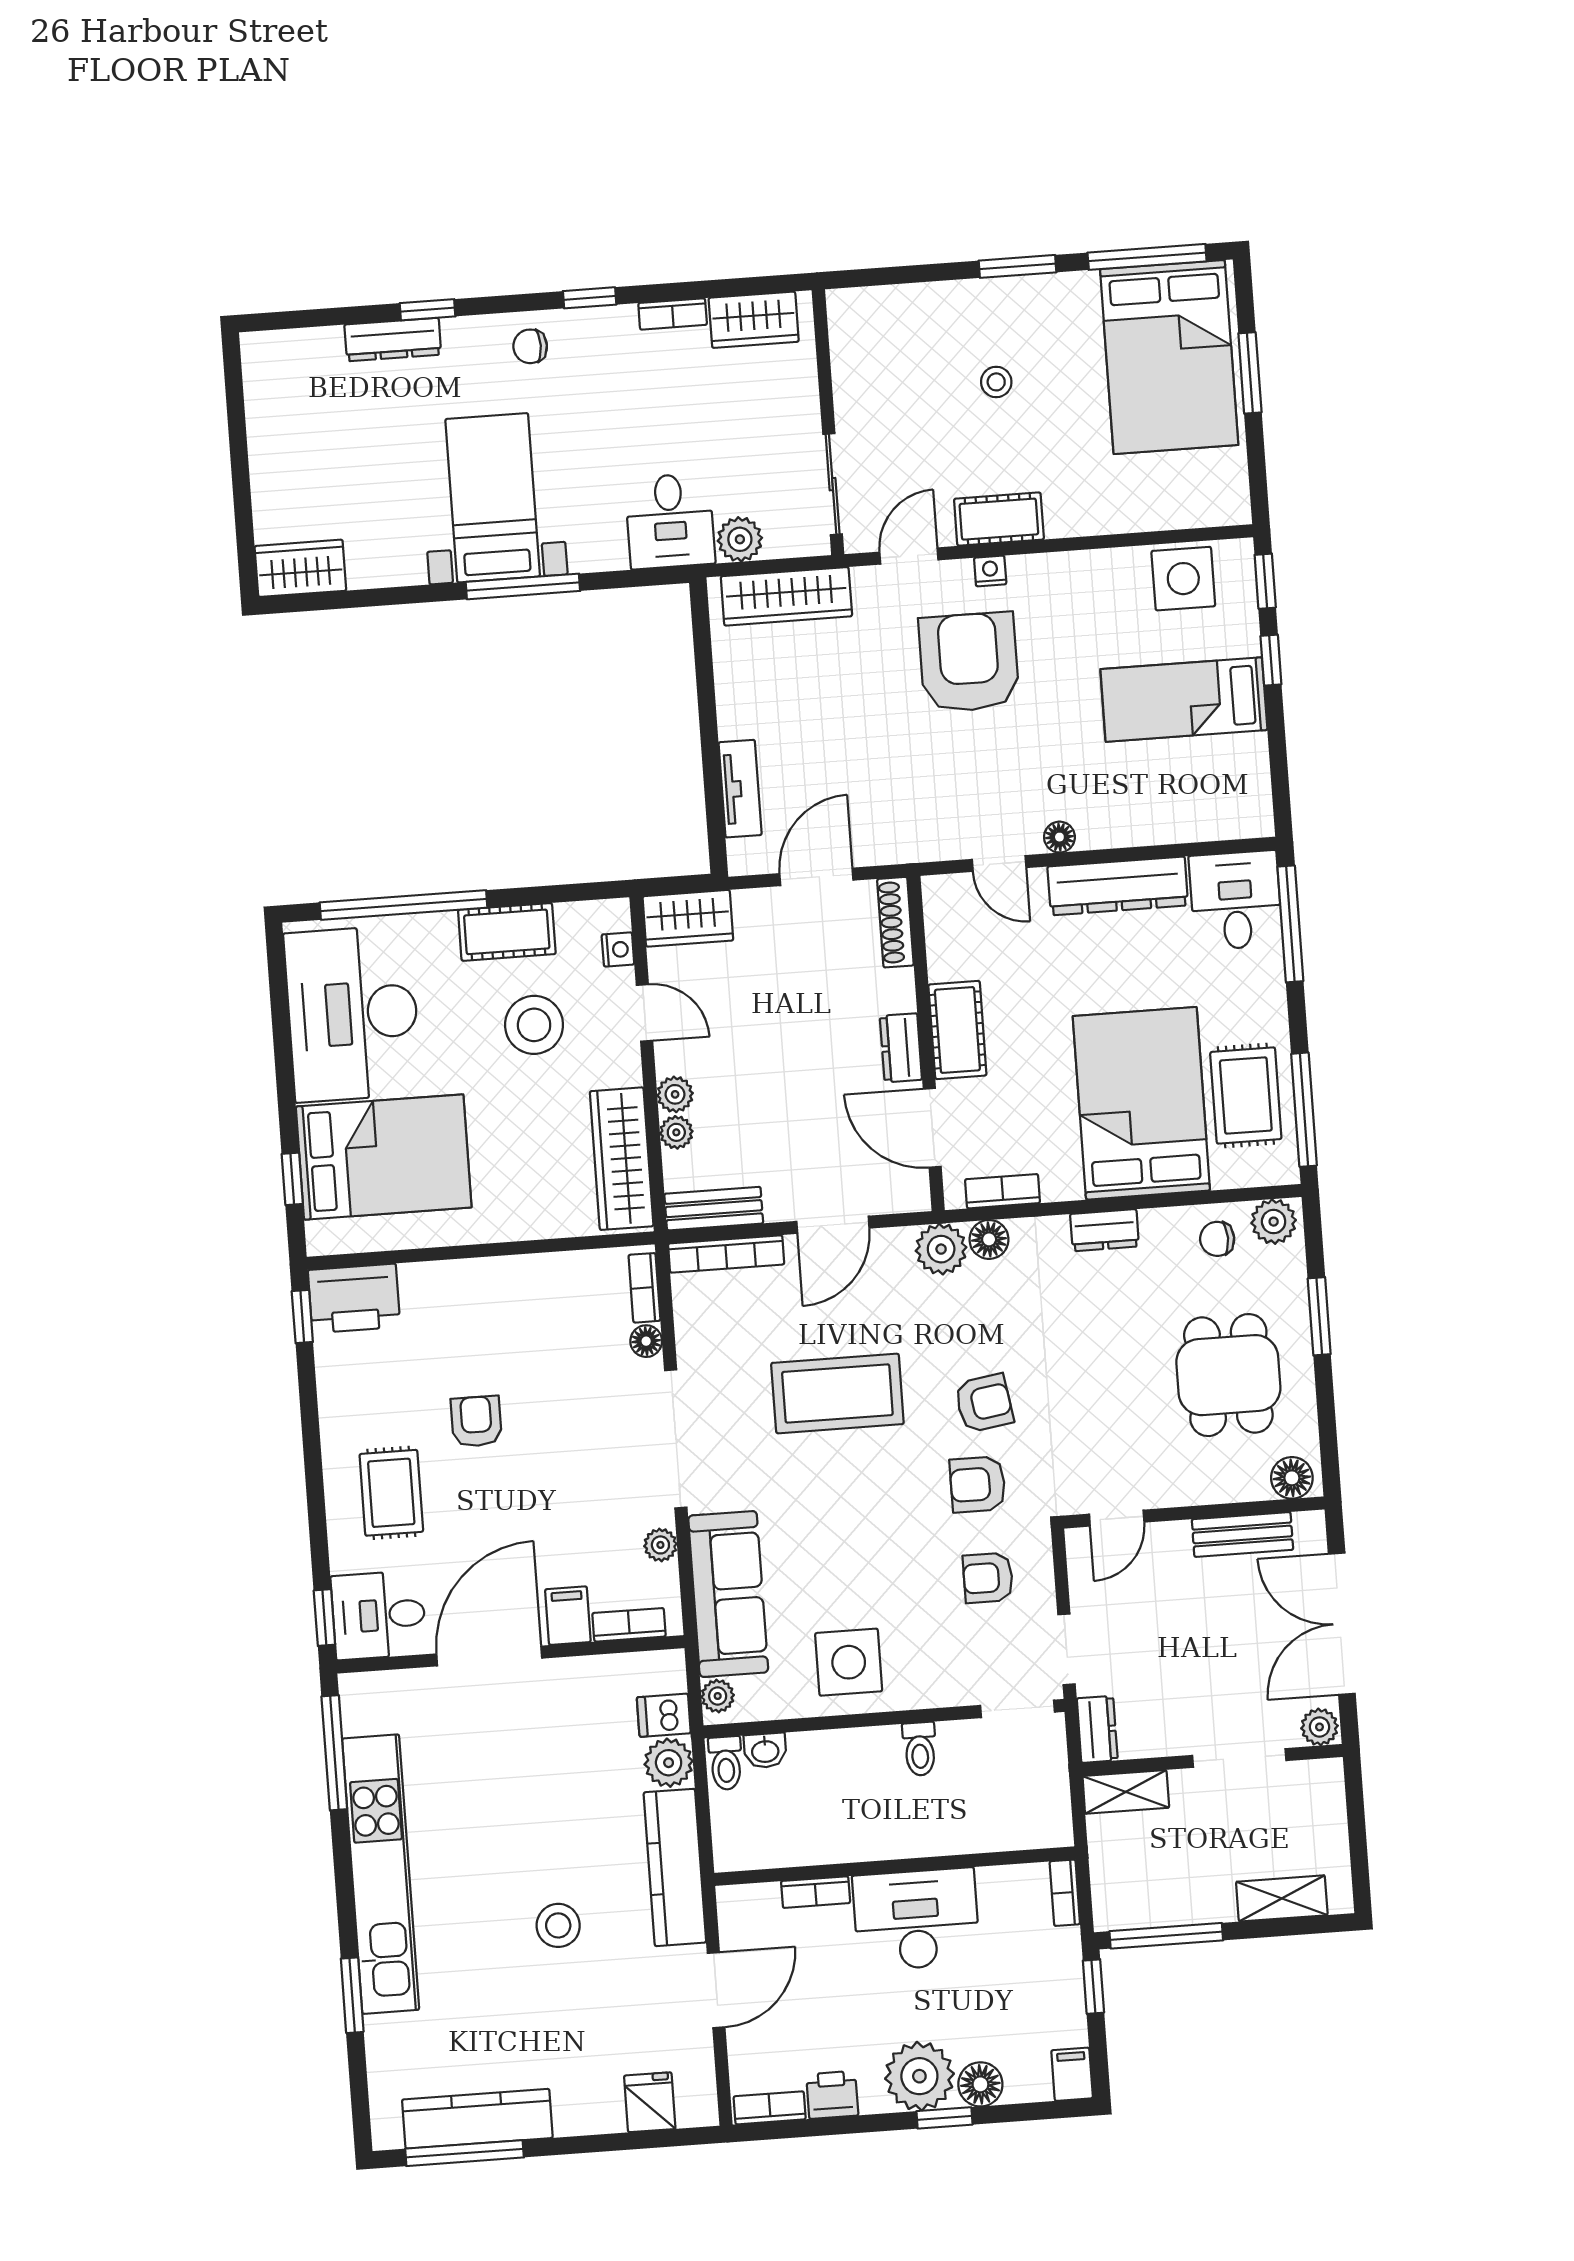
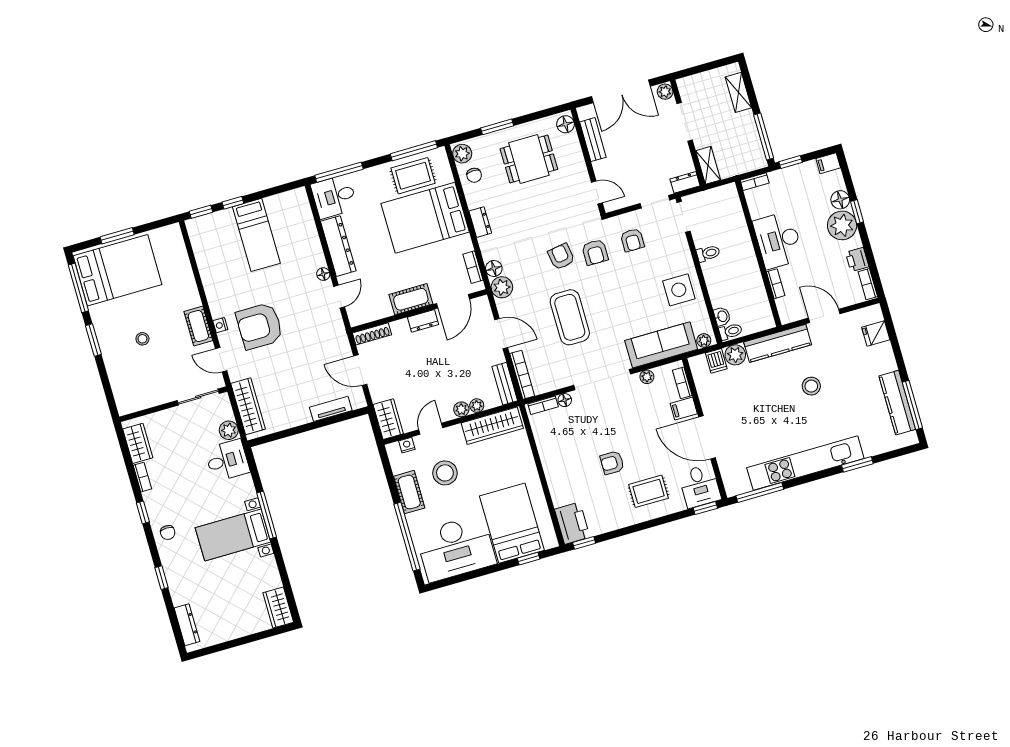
dresser: (393, 340) -> (187, 625), moved
side table: (1183, 579) -> (207, 246), removed

